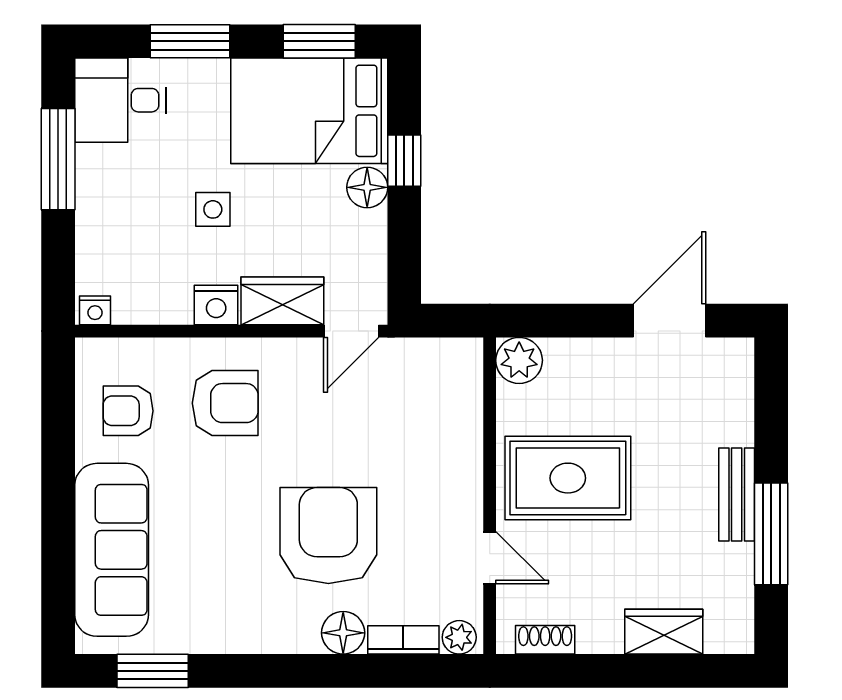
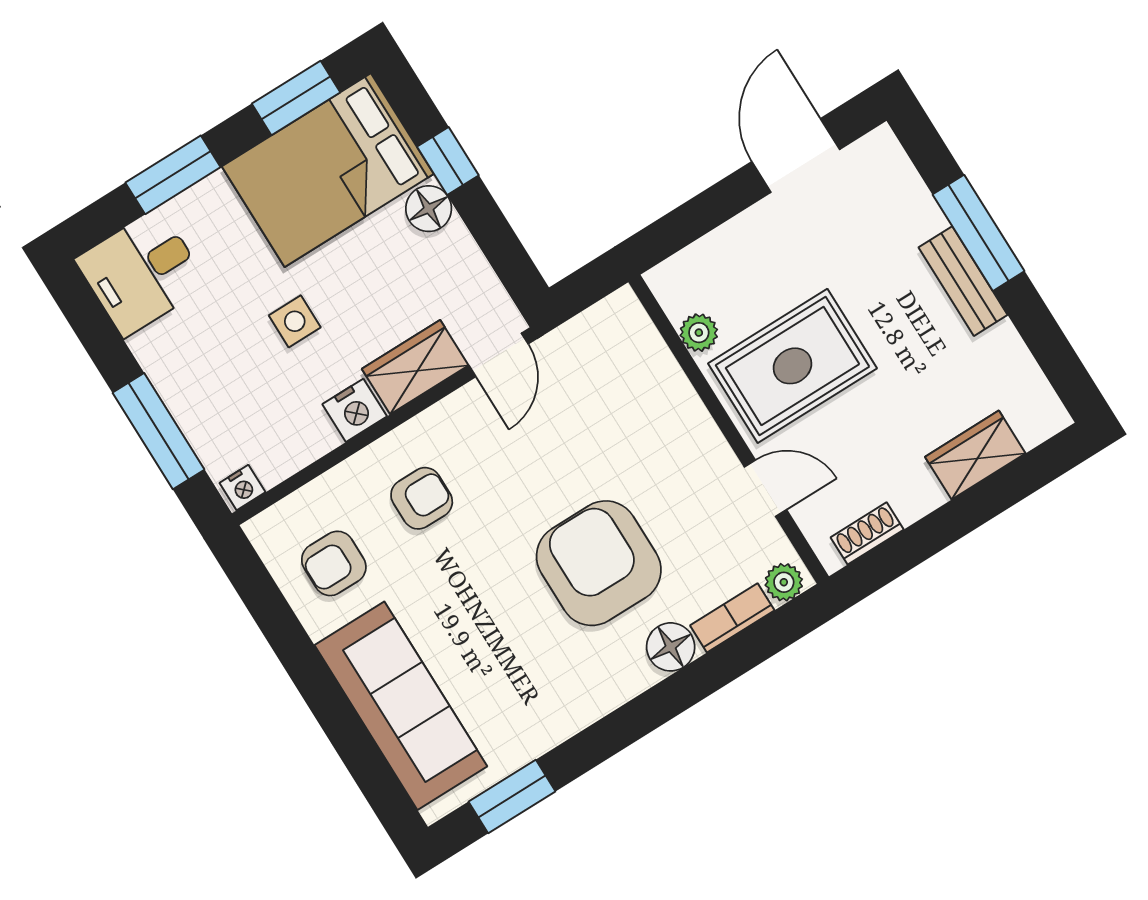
window: (58, 159) -> (158, 431), moved
plant: (519, 360) -> (699, 333), moved, width x0.73, depth x0.73
armchair: (225, 403) -> (422, 498), width x0.72, depth x0.72
window: (771, 534) -> (979, 233), moved

